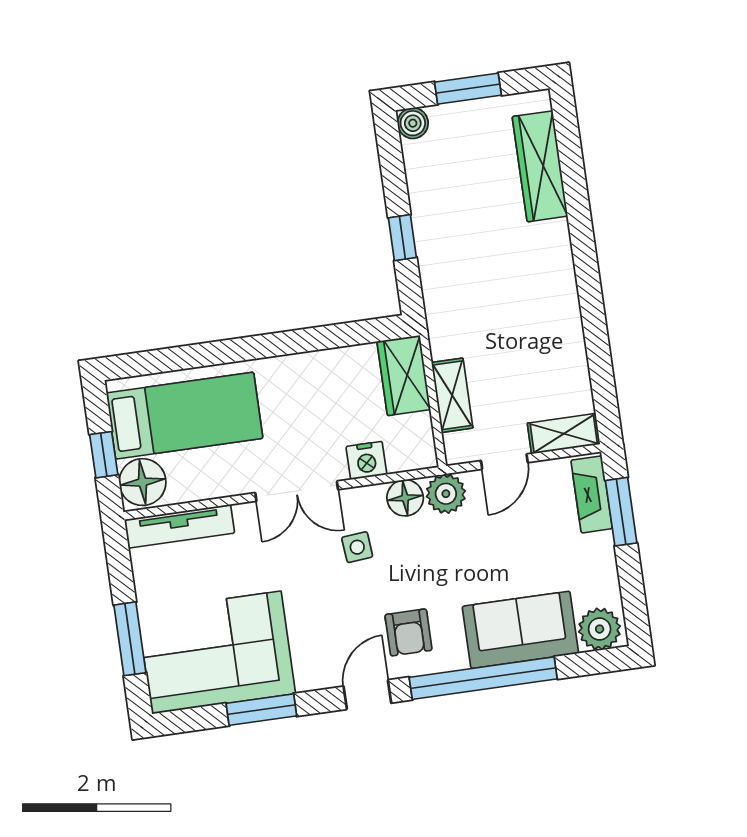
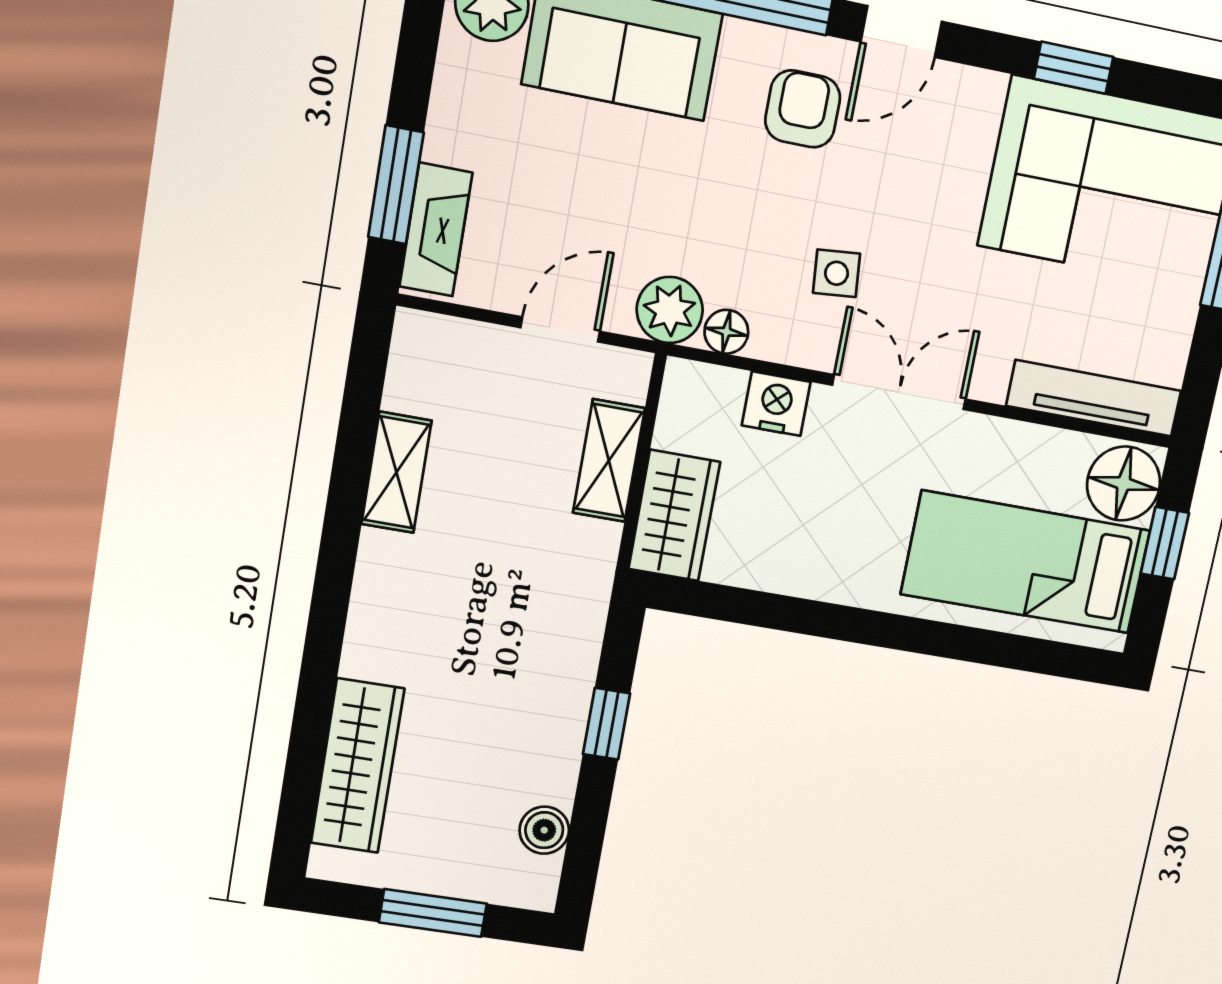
boiler: (413, 123) -> (544, 830), moved
shelving: (564, 434) -> (396, 472), moved, turned 90
floor lamp: (405, 498) -> (726, 332), width x0.73, depth x0.73
window: (261, 710) -> (1074, 68), width x0.67

